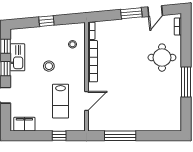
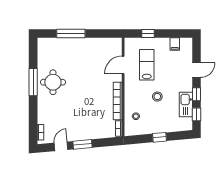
round table: (162, 58) -> (53, 82), moved
filing cabinet: (24, 124) -> (175, 44), width x0.50
window: (120, 136) -> (71, 33), moved

